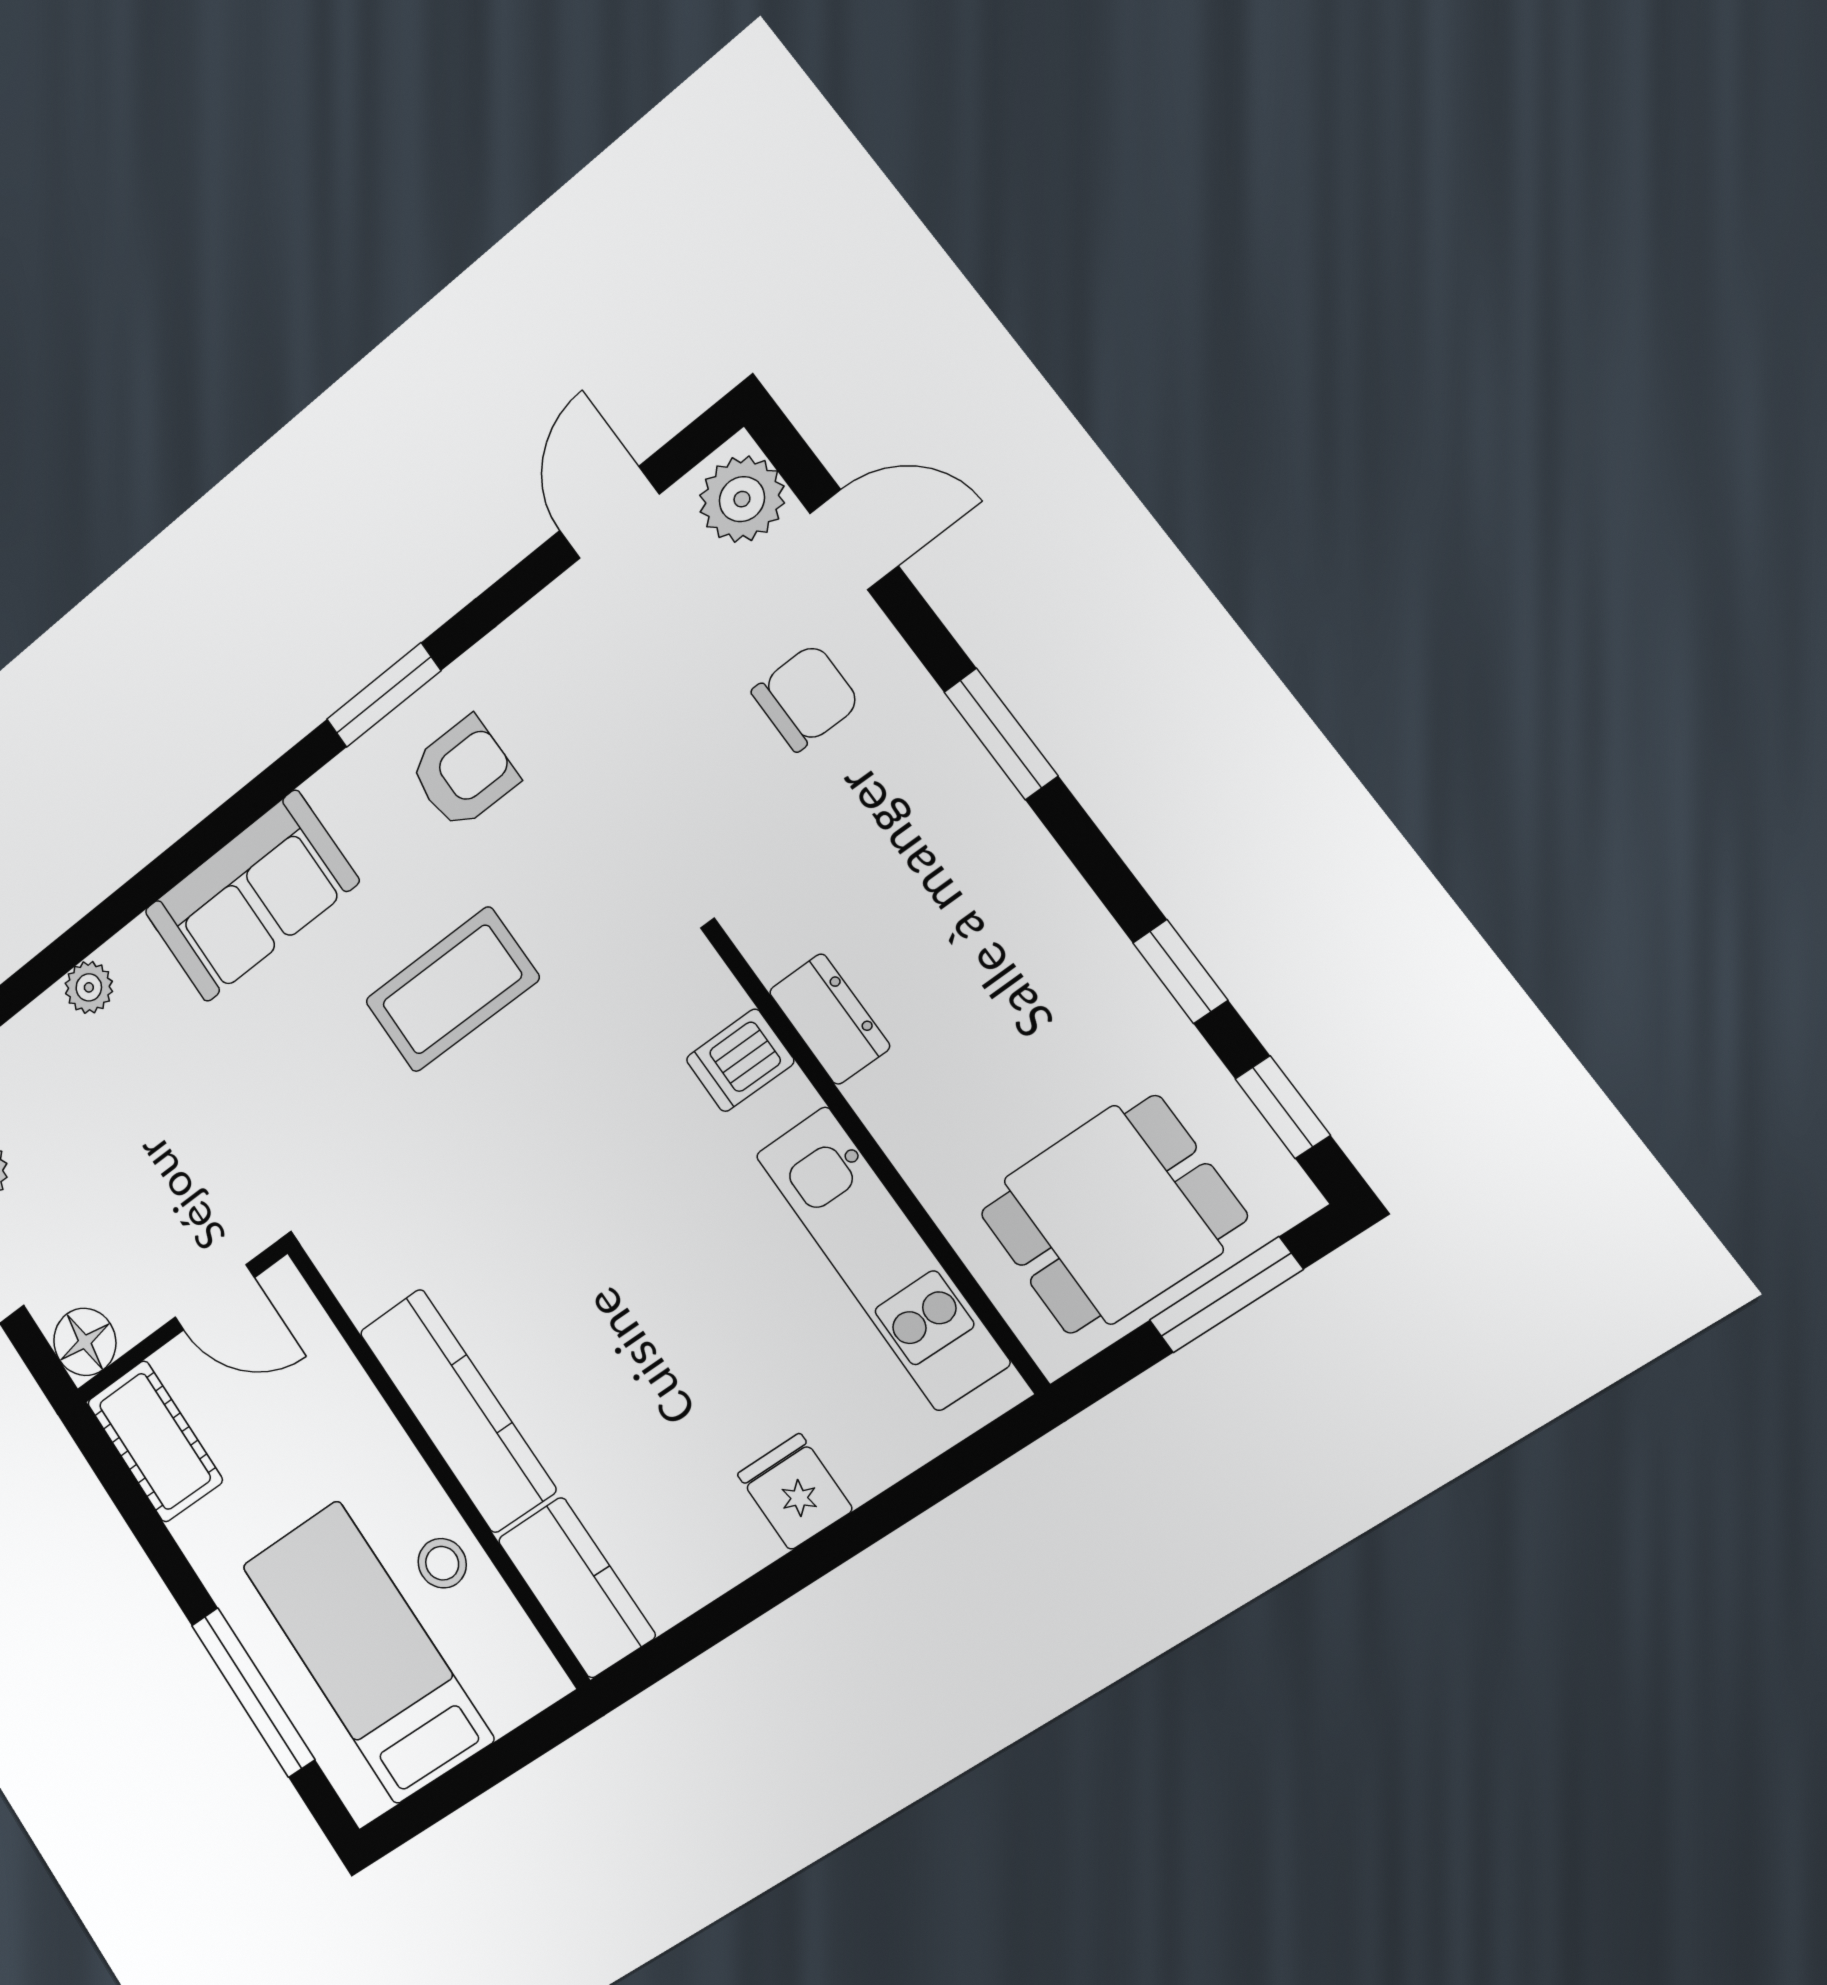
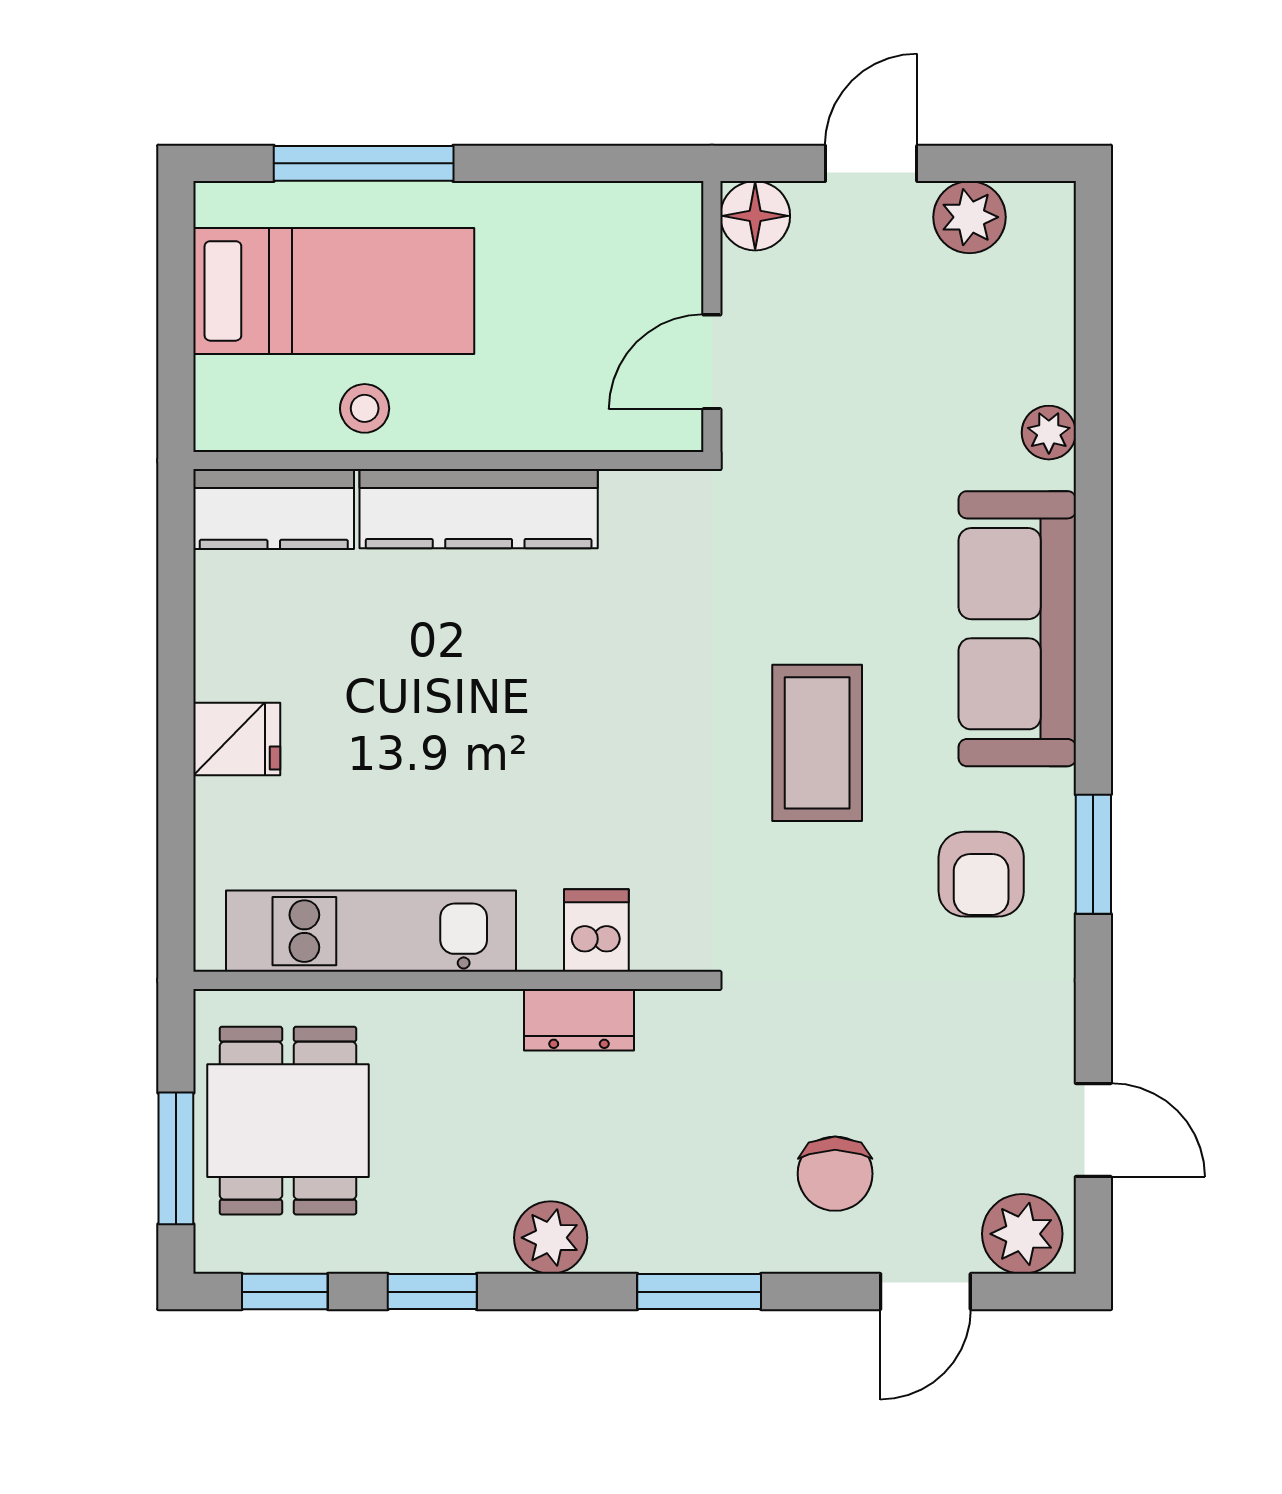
sofa: (251, 896) -> (1017, 629), width x1.36
plant: (1048, 901) -> (551, 1238), added
cot: (155, 1441) -> (629, 222), removed

